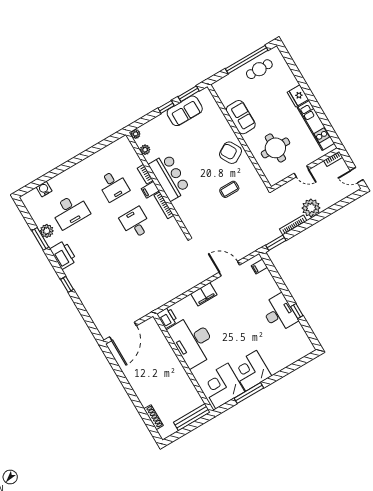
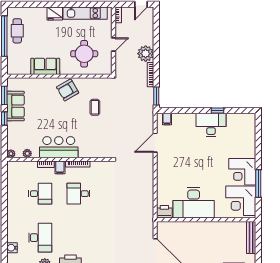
filing cabinet: (204, 294) -> (163, 173), removed

